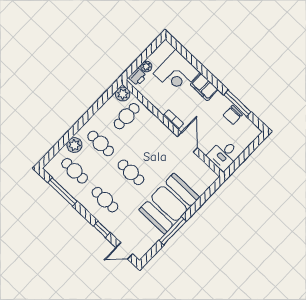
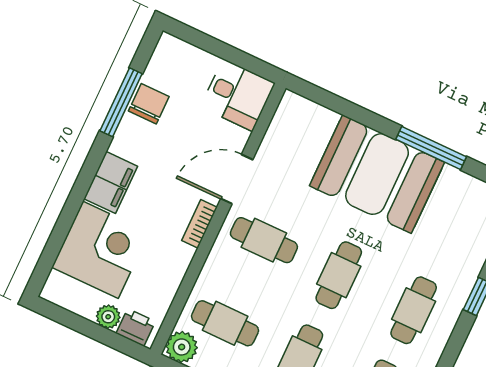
chair: (233, 115) -> (149, 104), turned -90
cafe table: (157, 145) -> (264, 240), added

